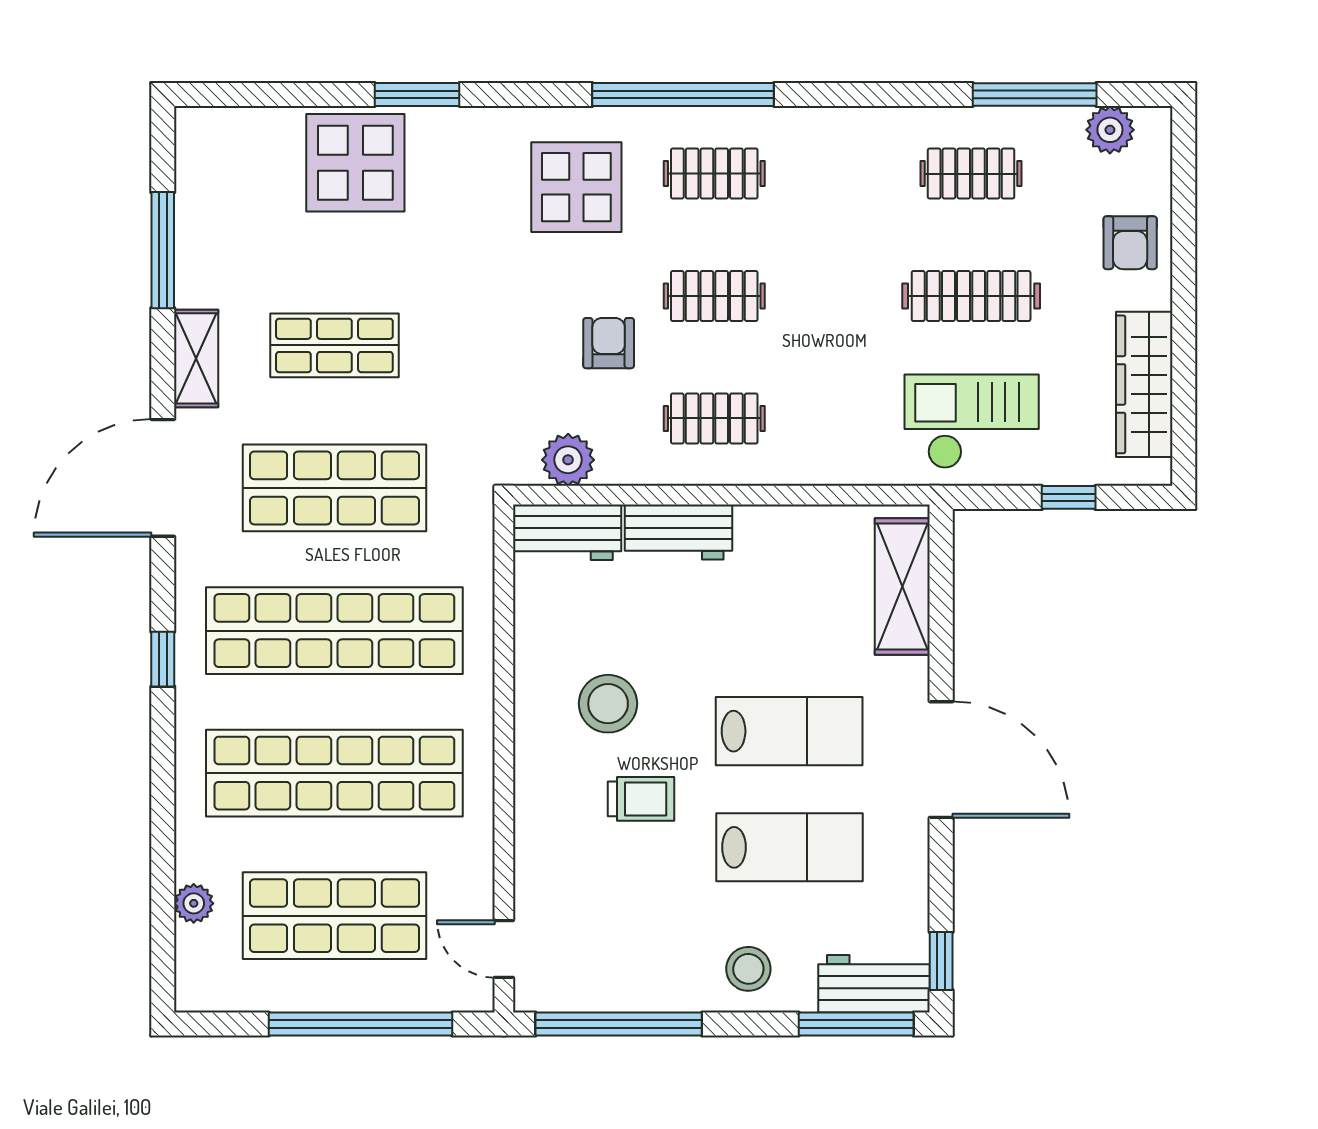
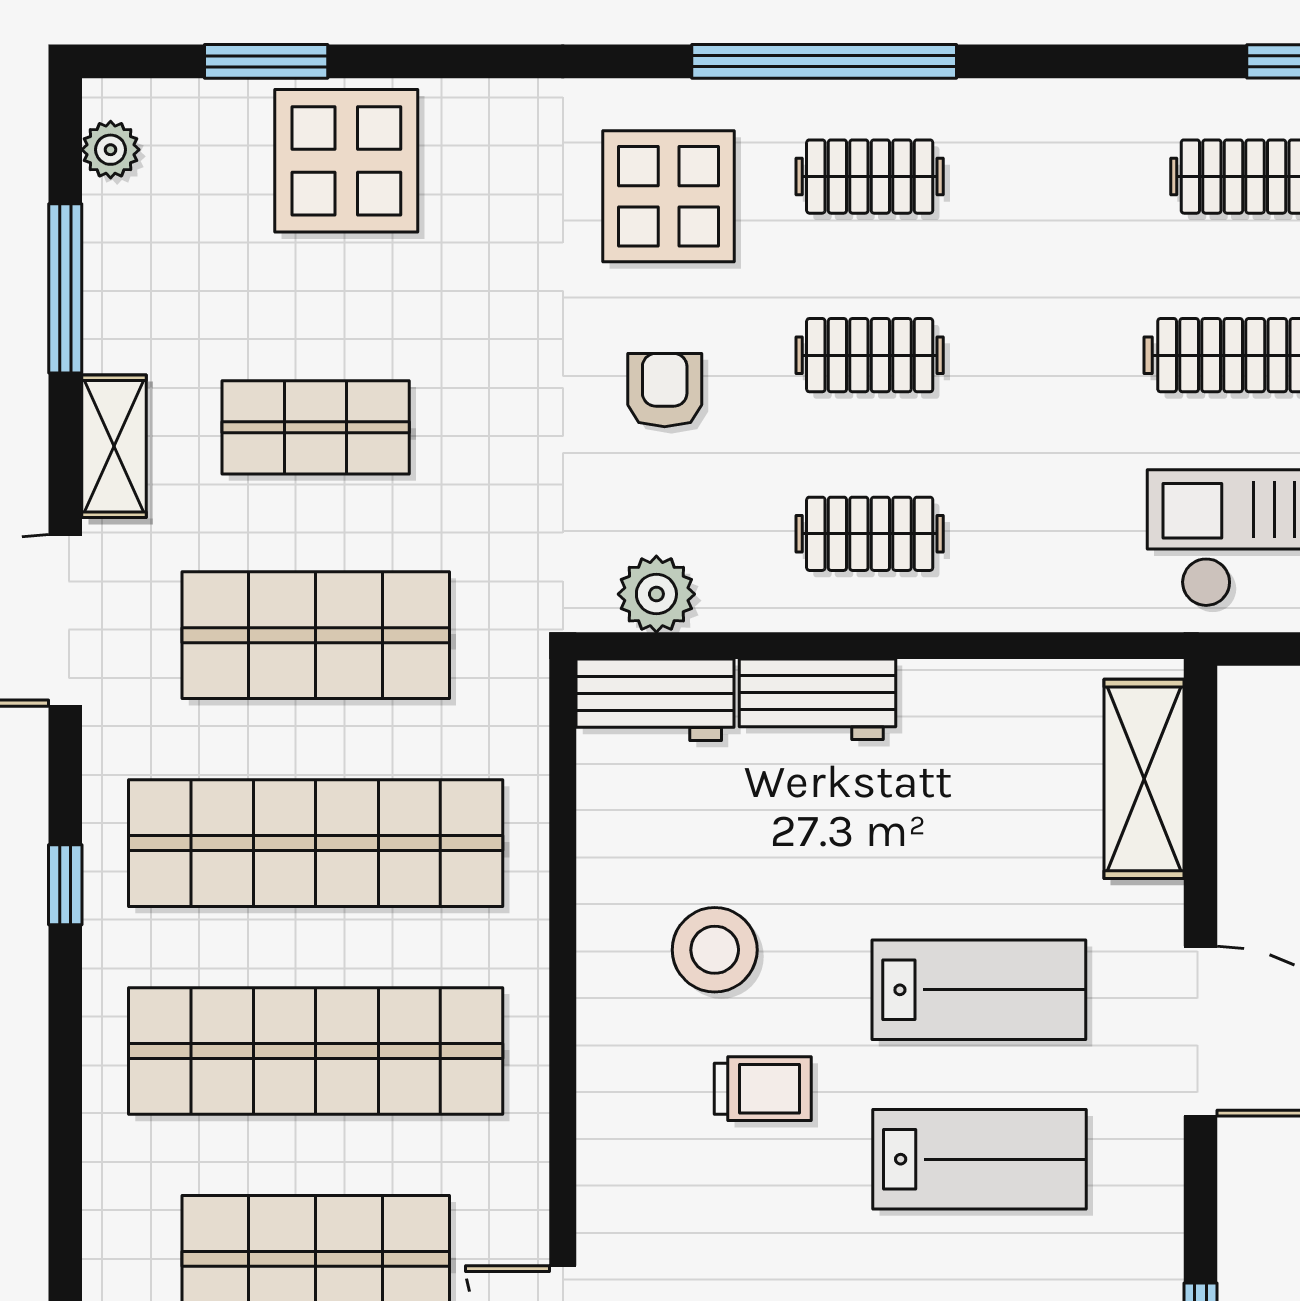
window: (417, 95) -> (266, 61), moved
armchair: (609, 343) -> (665, 390), moved
plant: (194, 903) -> (111, 150), moved

